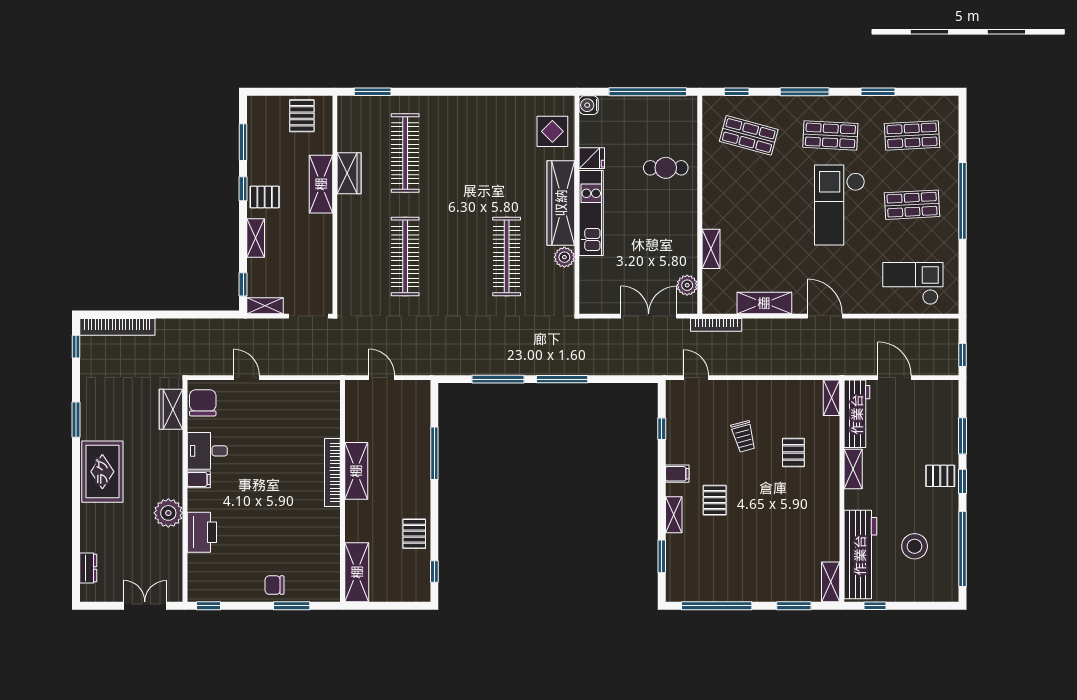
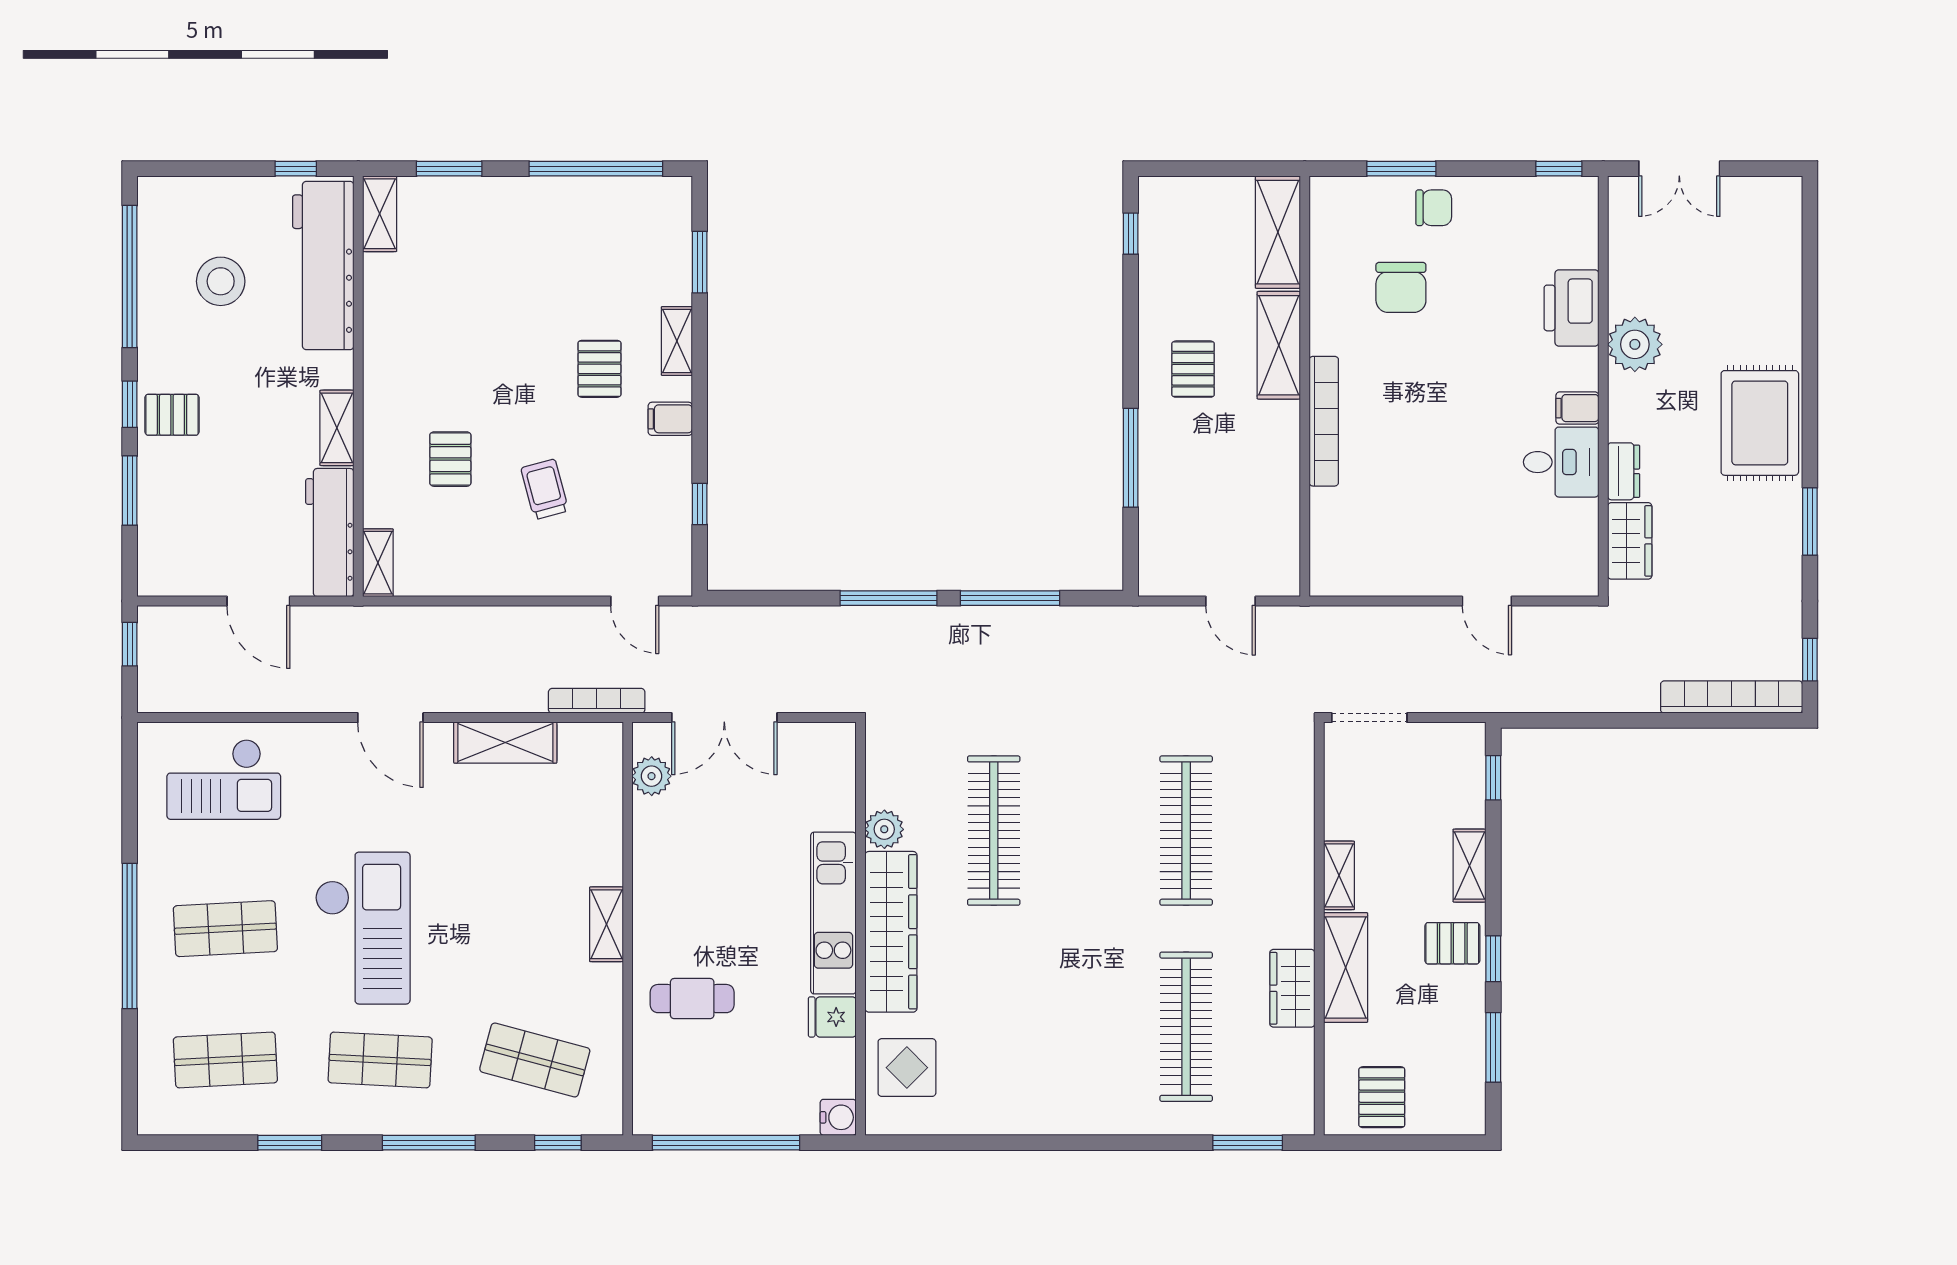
shelving: (711, 249) -> (606, 924), moved
shelving: (265, 306) -> (1339, 875), moved, turned 90
chair: (203, 403) -> (1401, 287), moved
shelving: (356, 471) -> (1279, 345), moved
pallet: (414, 534) -> (1193, 369), moved
dresser: (88, 568) -> (1624, 471), moved, turned 180

